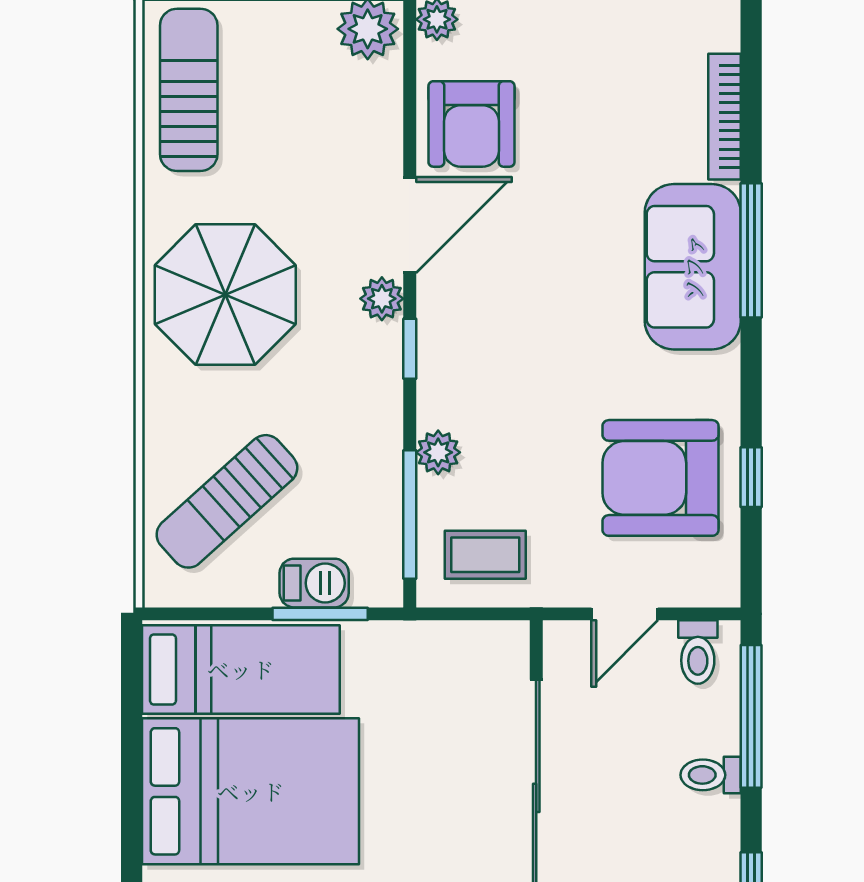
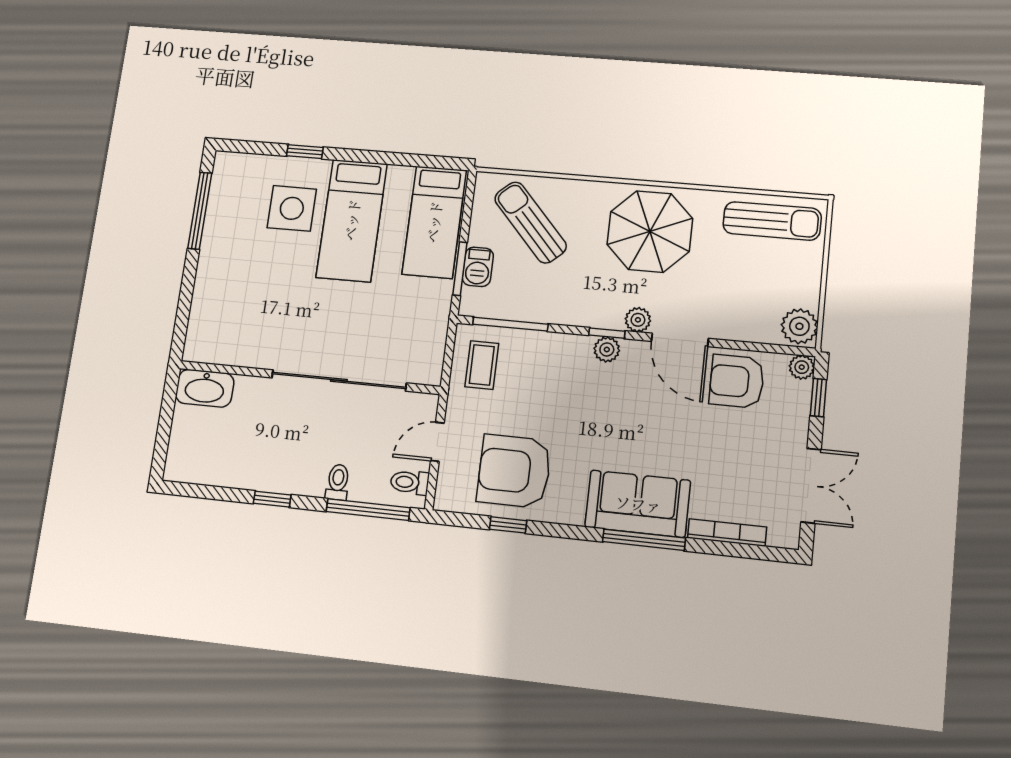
plant: (438, 452) -> (607, 349), moved
armchair: (661, 478) -> (514, 471), turned -90
door: (625, 614) -> (437, 442), hinge flipped
bed: (251, 791) -> (352, 220), width x0.67

